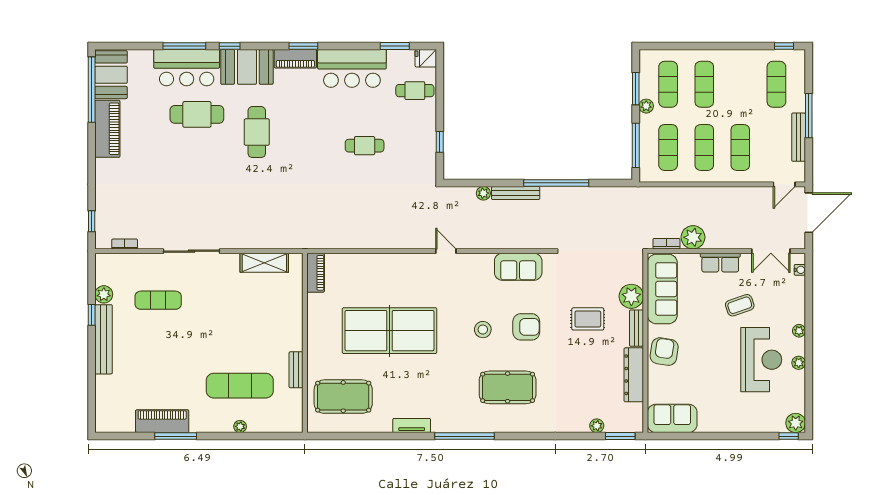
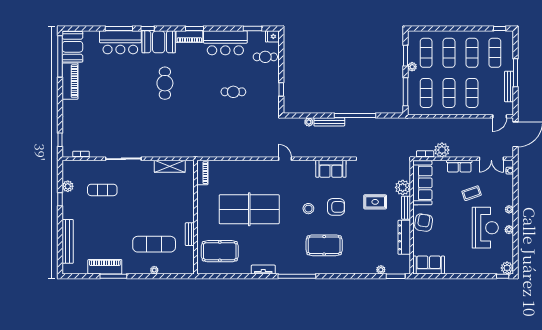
exercise mat: (740, 84) -> (472, 53), added
cafe table: (197, 114) -> (127, 72), removed
bench: (104, 339) -> (68, 241), moved

